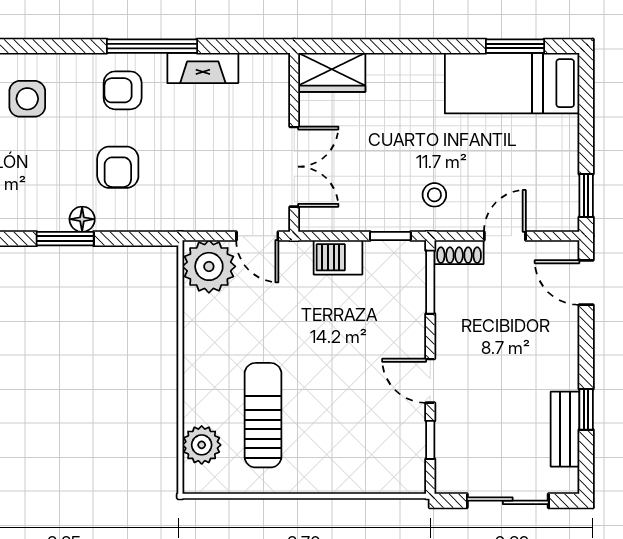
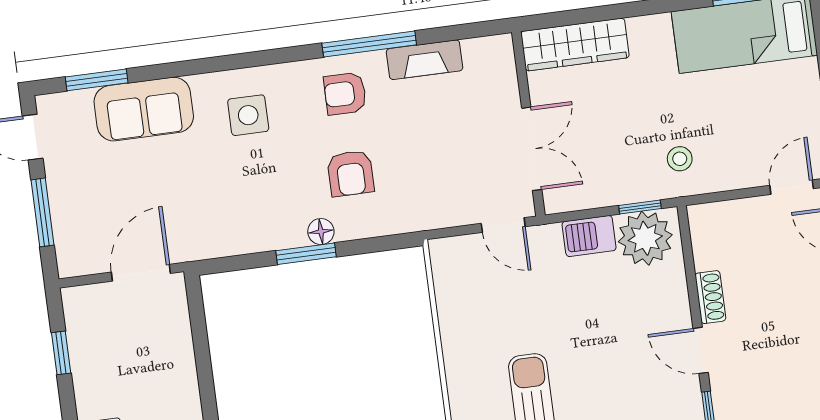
wardrobe: (332, 72) -> (575, 44), width x1.50
door: (505, 236) -> (792, 187), moved
shoe rack: (459, 252) -> (710, 297), moved, turned -90
plant: (209, 266) -> (645, 238), moved
window: (430, 282) -> (687, 249), removed

